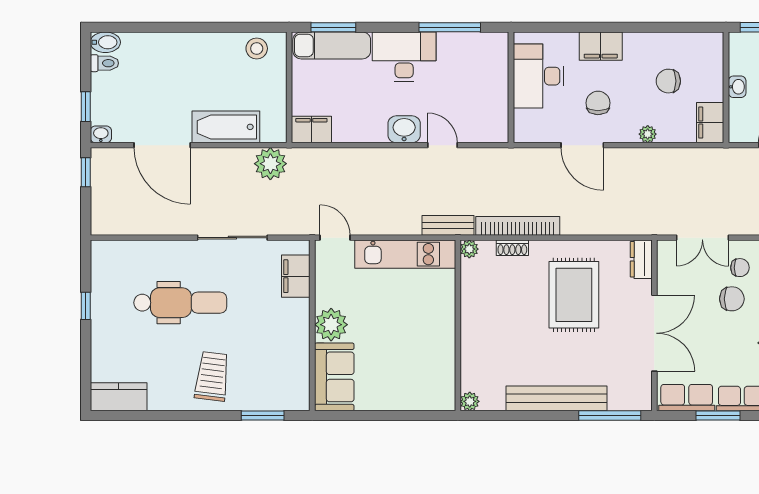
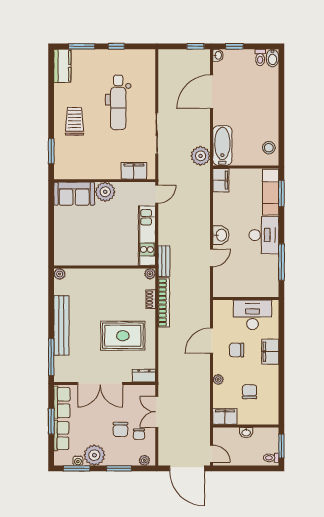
chair: (598, 103) -> (237, 350), turned 180
bathtub: (226, 127) -> (222, 146), moved
window: (86, 364) -> (82, 46), added
trolley: (212, 376) -> (74, 121), turned -97

